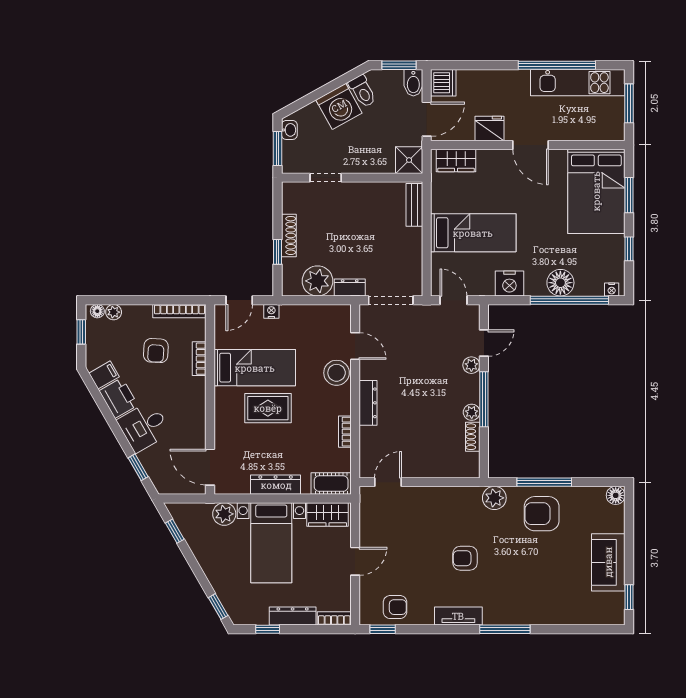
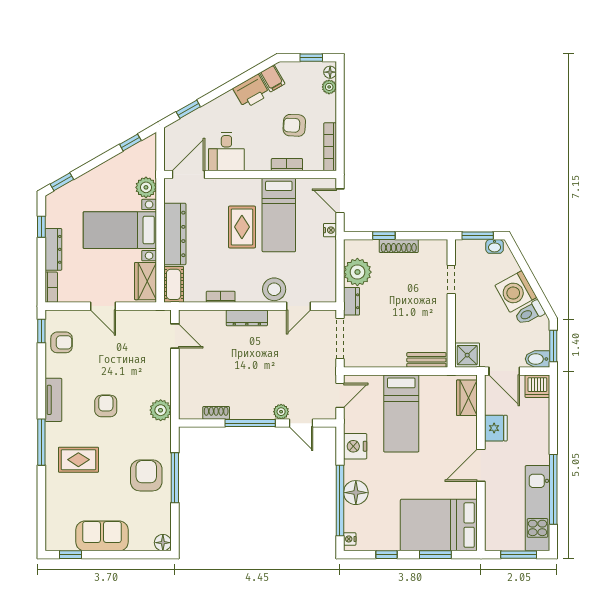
plant: (472, 412) -> (238, 412), removed
desk: (144, 427) -> (226, 152), moved, turned -150
dresser: (276, 485) -> (175, 234), width x1.37, depth x1.24
plant: (494, 498) -> (161, 410), moved
rug: (524, 588) -> (78, 460), added
armchair: (395, 607) -> (61, 342), turned -90

